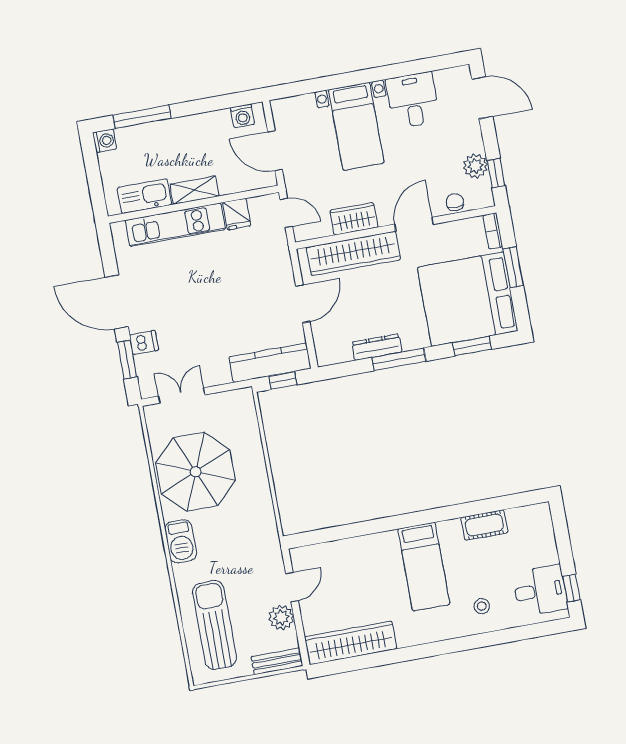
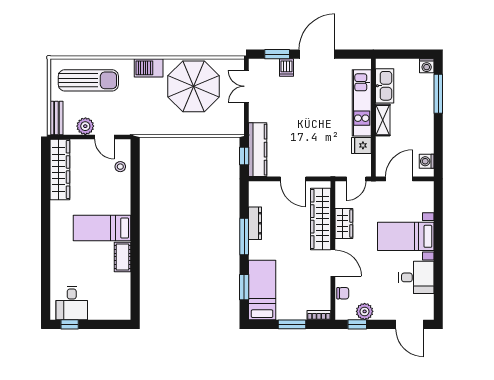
door: (482, 98) -> (410, 324), hinge flipped
bed: (468, 299) -> (262, 290), width x0.49
double door: (182, 396) -> (246, 86), swing flipped
cot: (484, 525) -> (123, 257), moved
stool: (482, 606) -> (120, 167), moved

